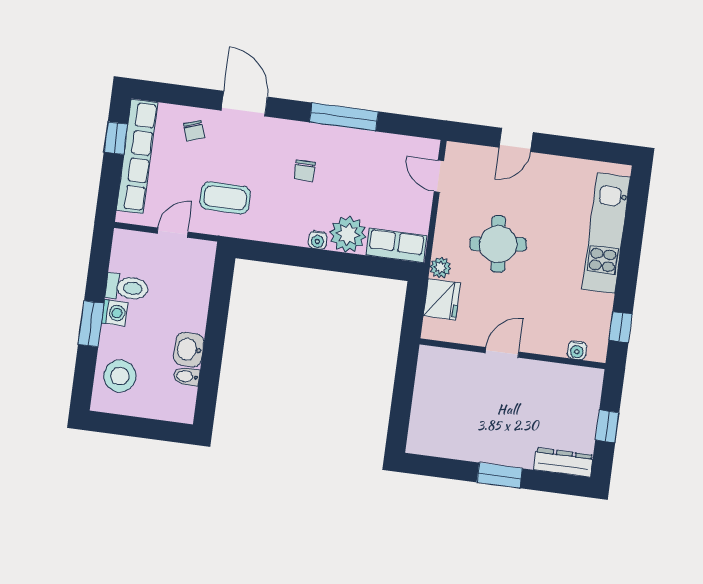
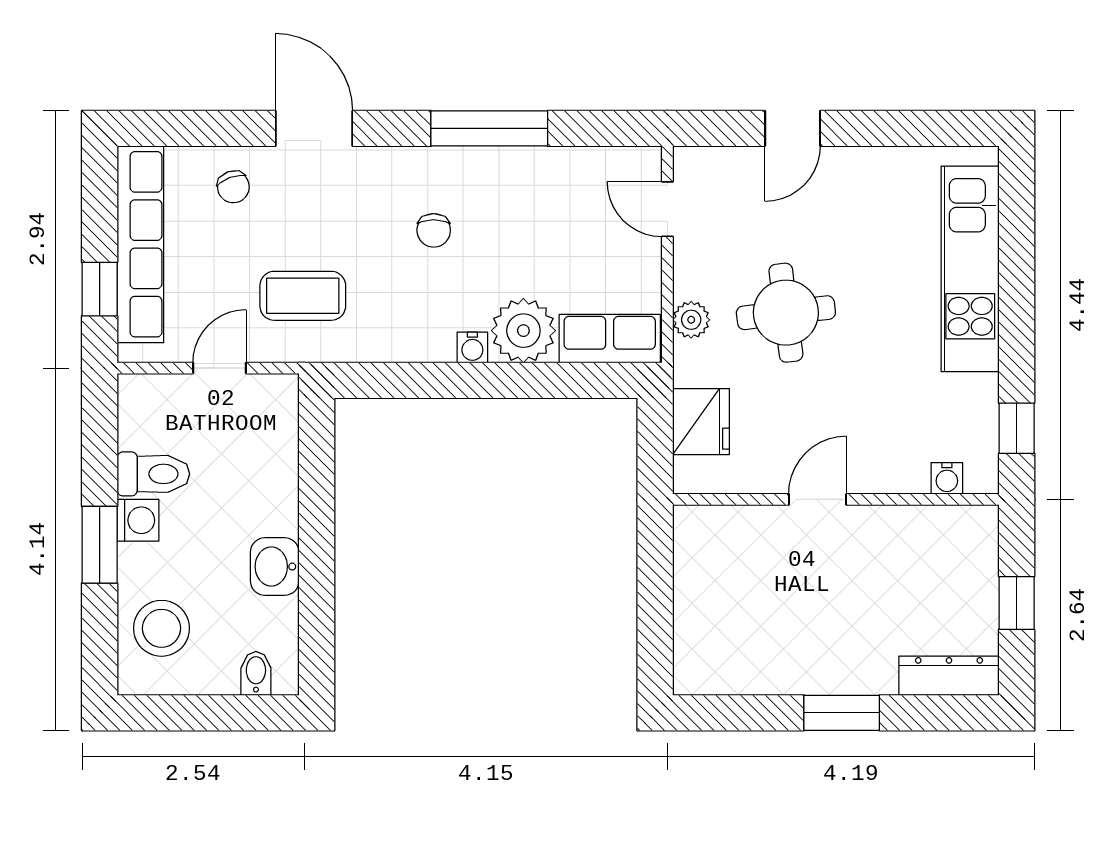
window: (116, 138) -> (100, 289), moved
plant: (440, 268) -> (691, 320), moved
bidet: (187, 376) -> (256, 673), moved, turned 90

